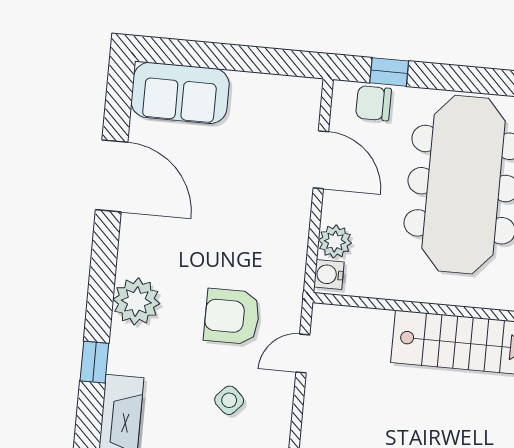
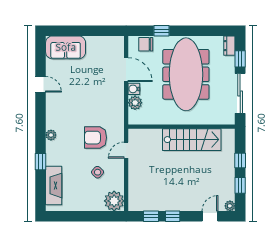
window: (389, 72) -> (161, 31), moved
door: (112, 176) -> (41, 84), width x0.53
water cooler: (329, 274) -> (134, 89), moved
plant: (136, 301) -> (51, 135), width x0.53, depth x0.53

